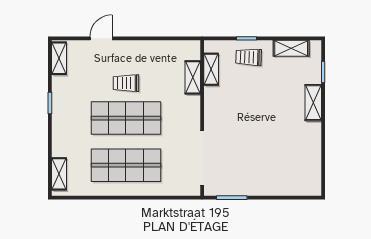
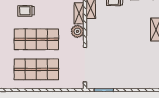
trolley: (126, 83) -> (26, 11), moved
plant: (190, 106) -> (77, 31), added

